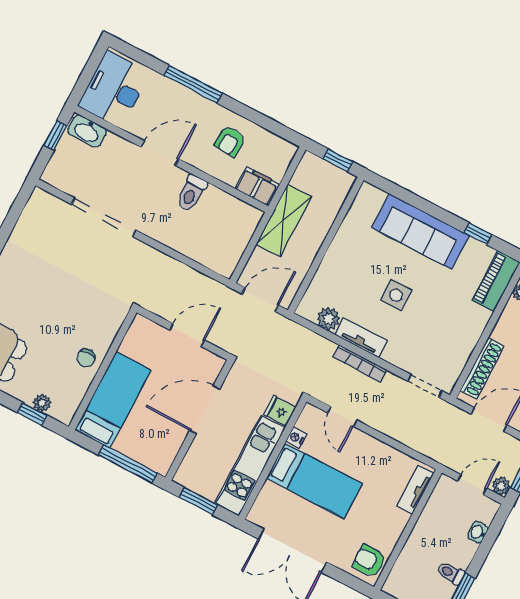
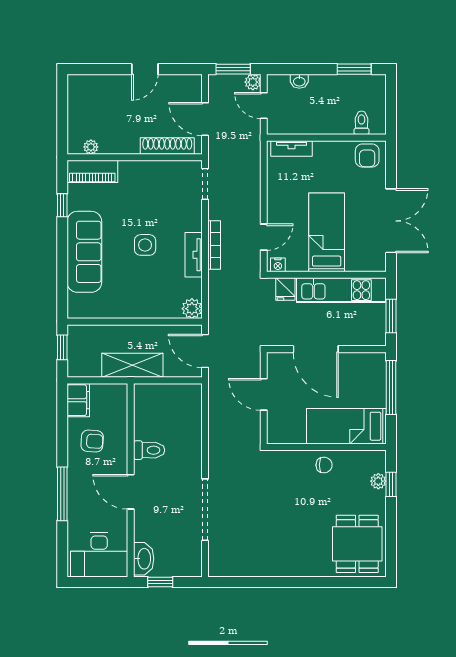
filing cabinet: (257, 186) -> (78, 400), moved, turned 180
plant: (328, 319) -> (192, 309), moved
nightstand: (296, 438) -> (278, 265), moved
toilet: (450, 573) -> (361, 123), moved, turned 180

